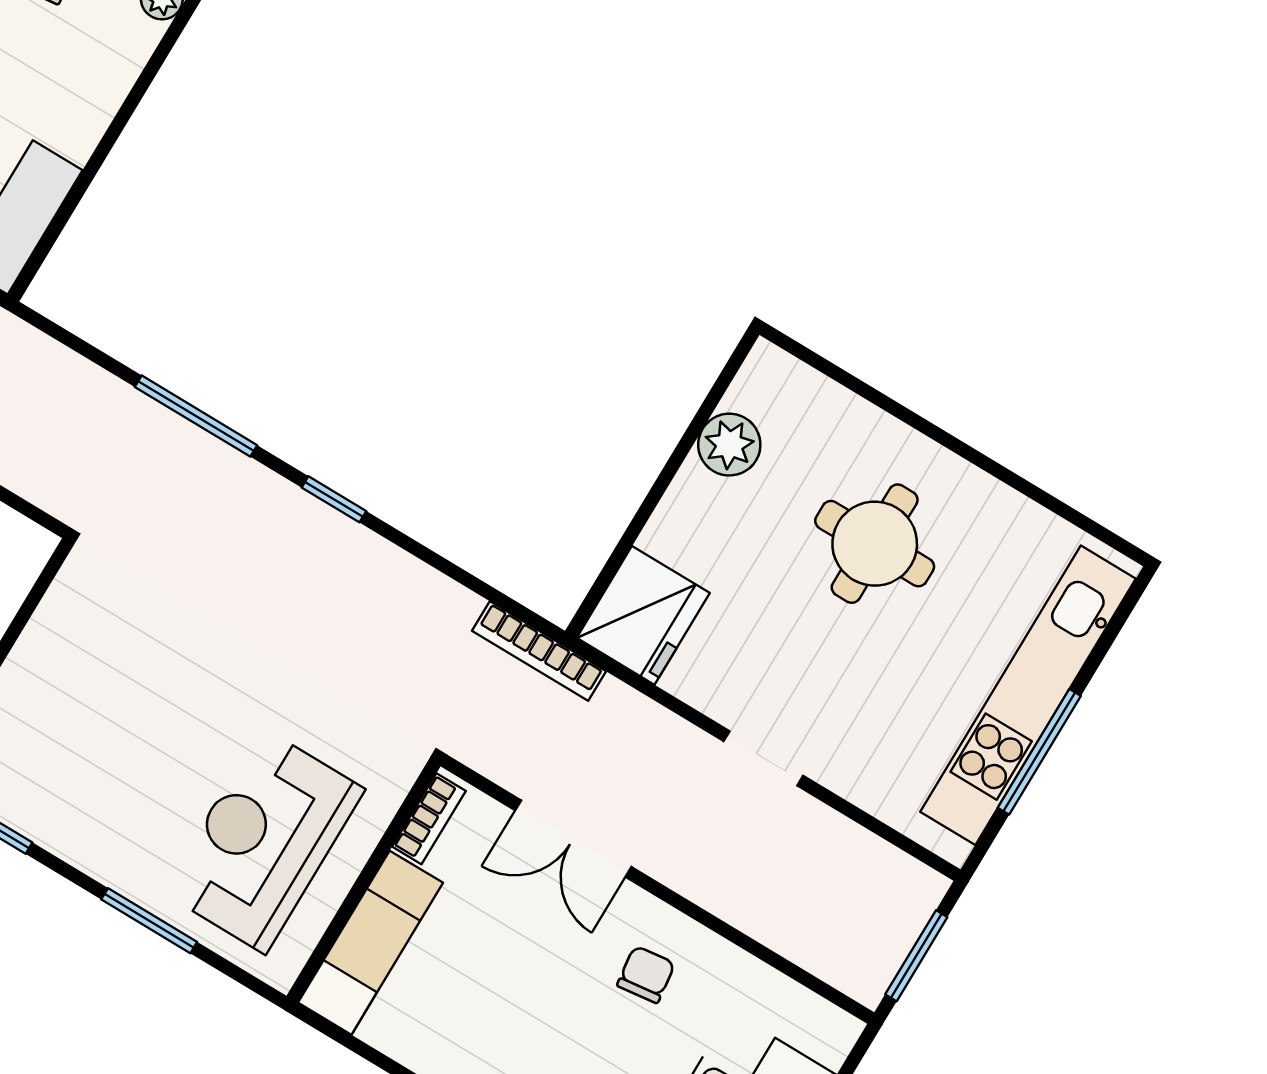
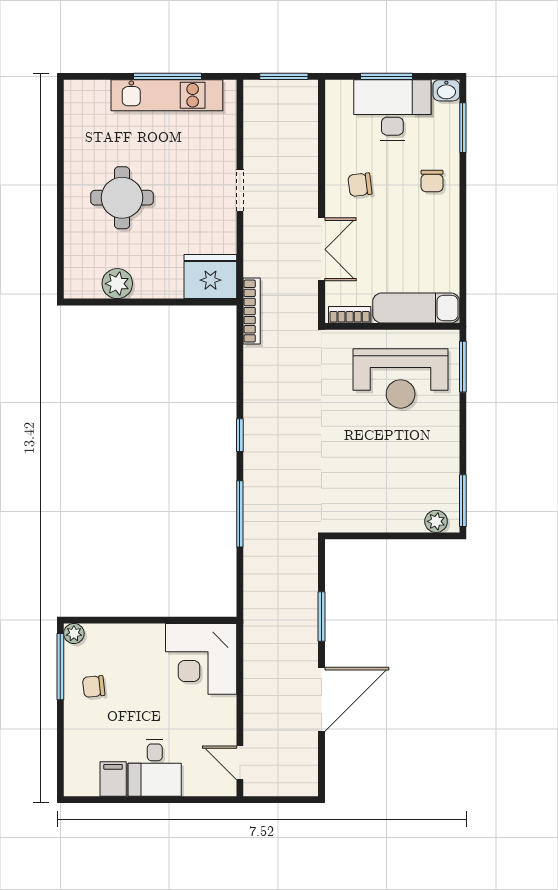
kitchen unit: (1028, 695) -> (167, 95), width x0.73
window: (149, 921) -> (463, 367), moved

